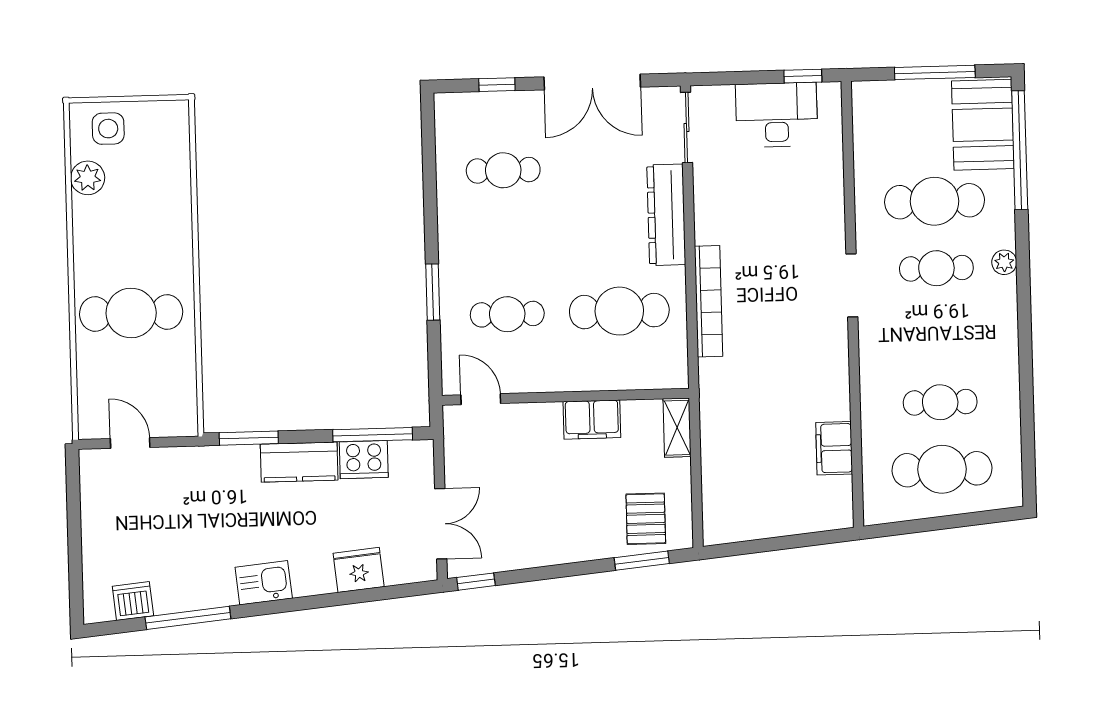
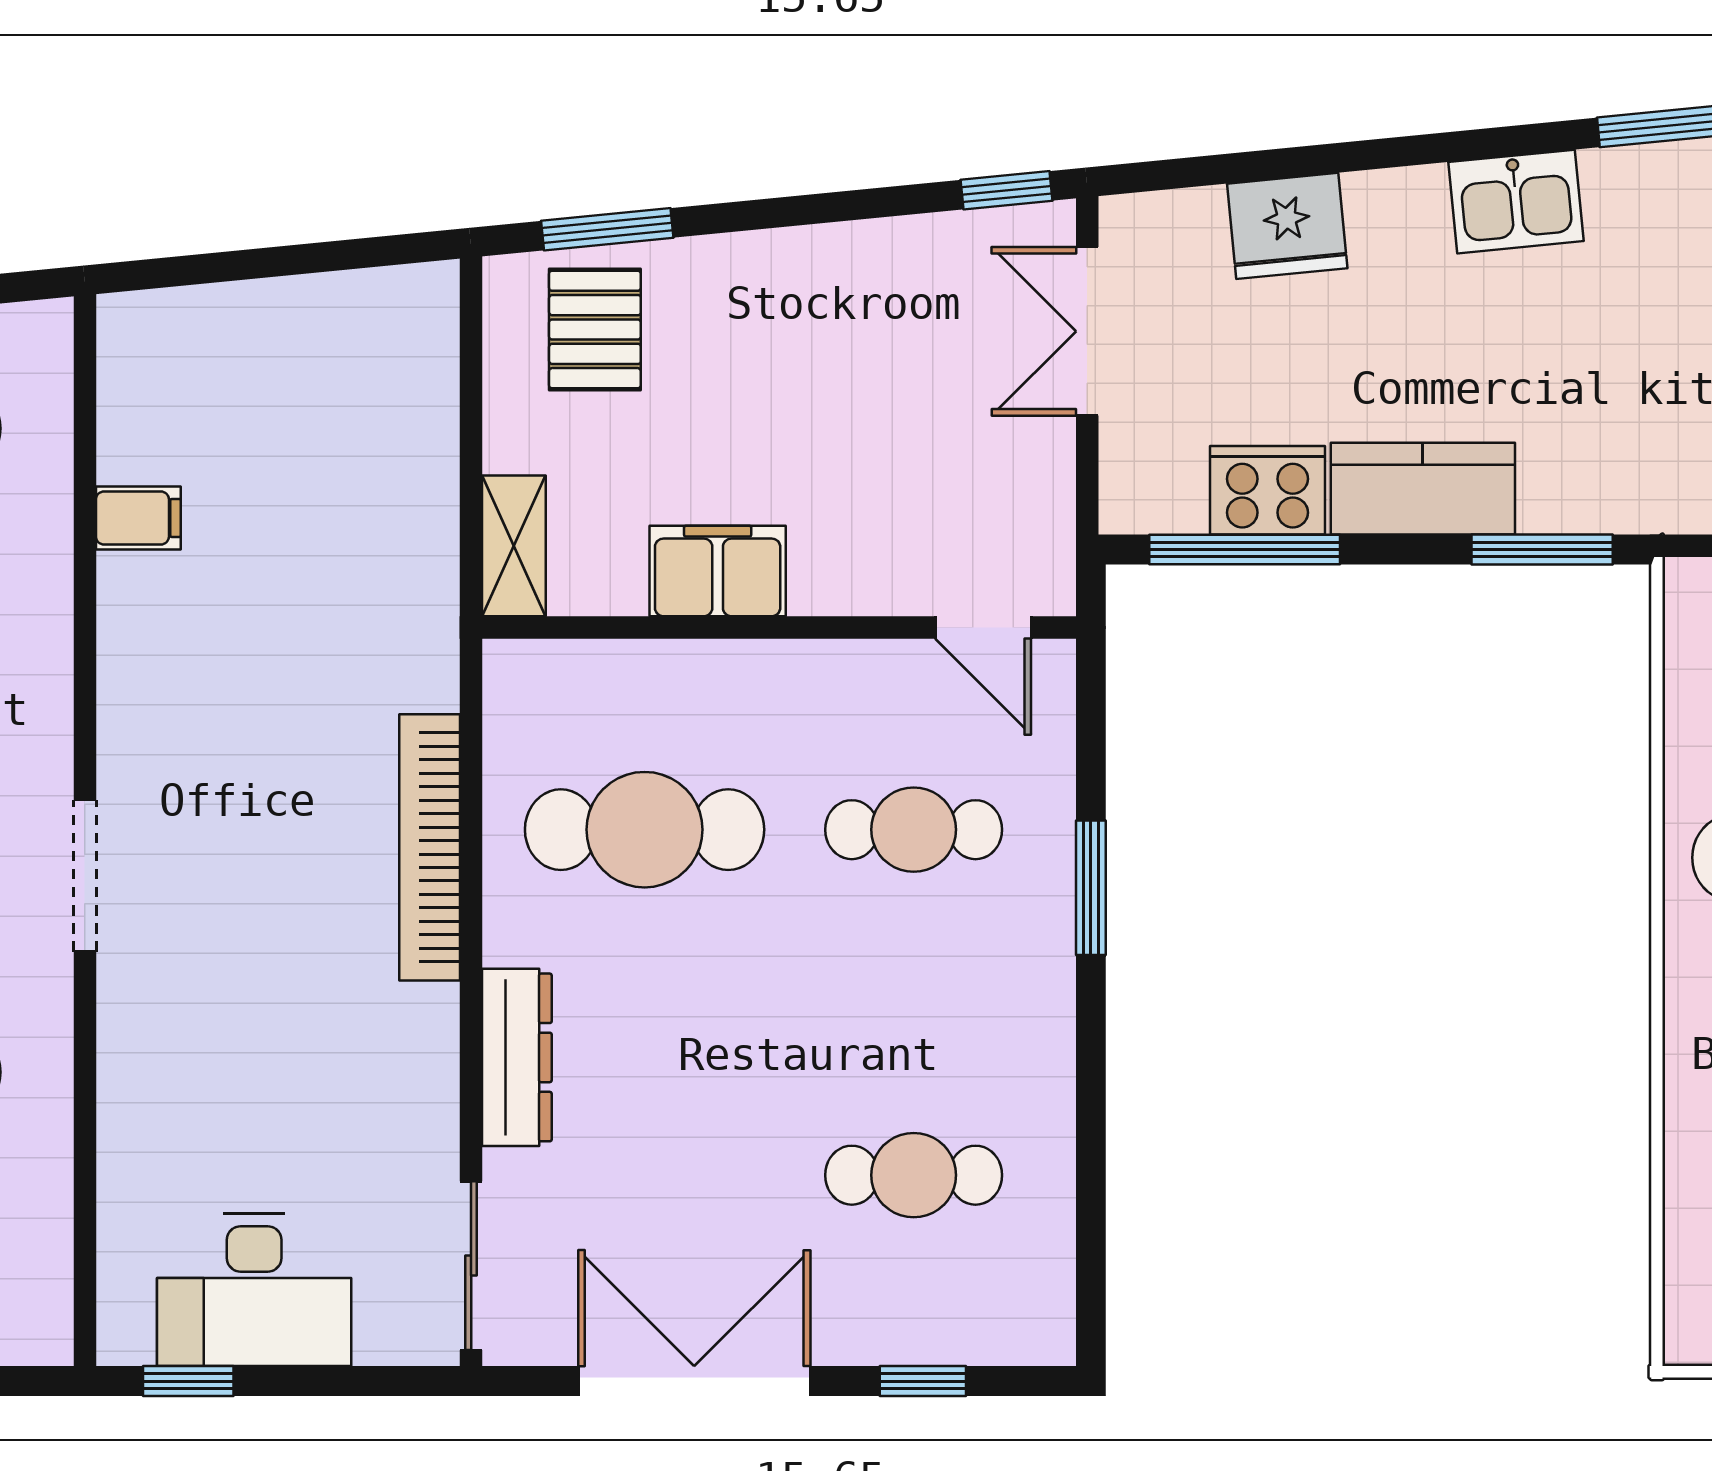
dresser: (666, 215) -> (517, 1057), width x0.73, depth x0.80
filing cabinet: (834, 448) -> (138, 518), width x0.50

